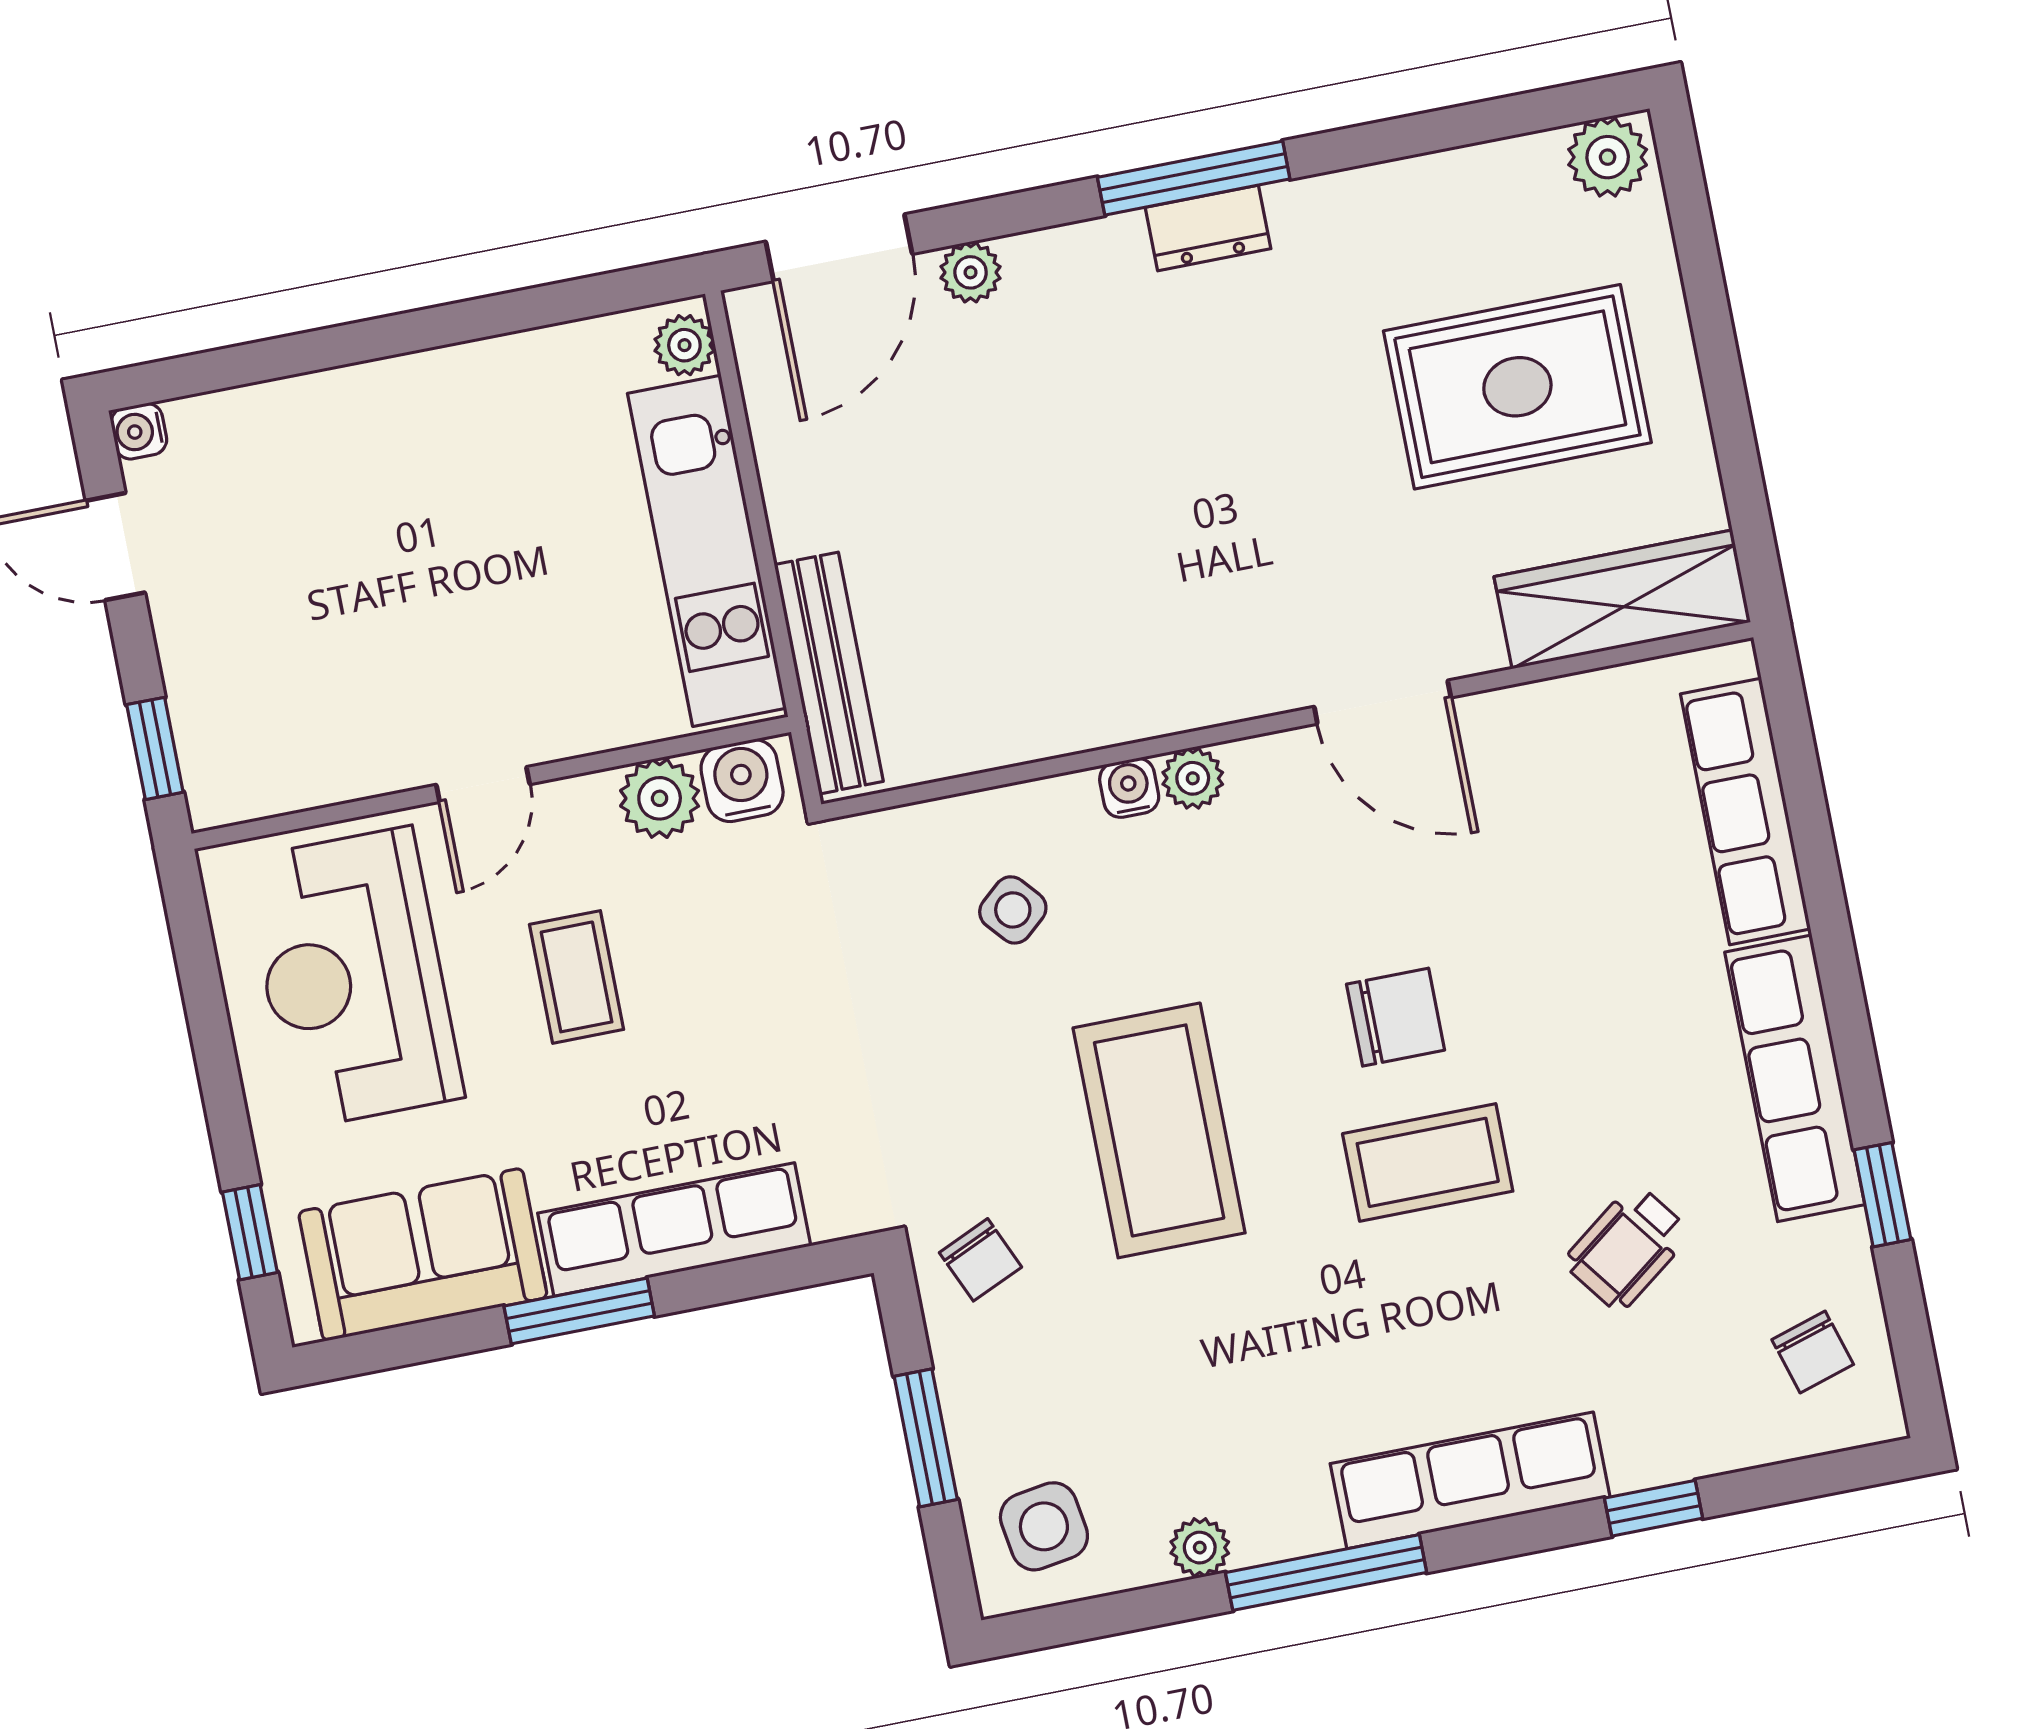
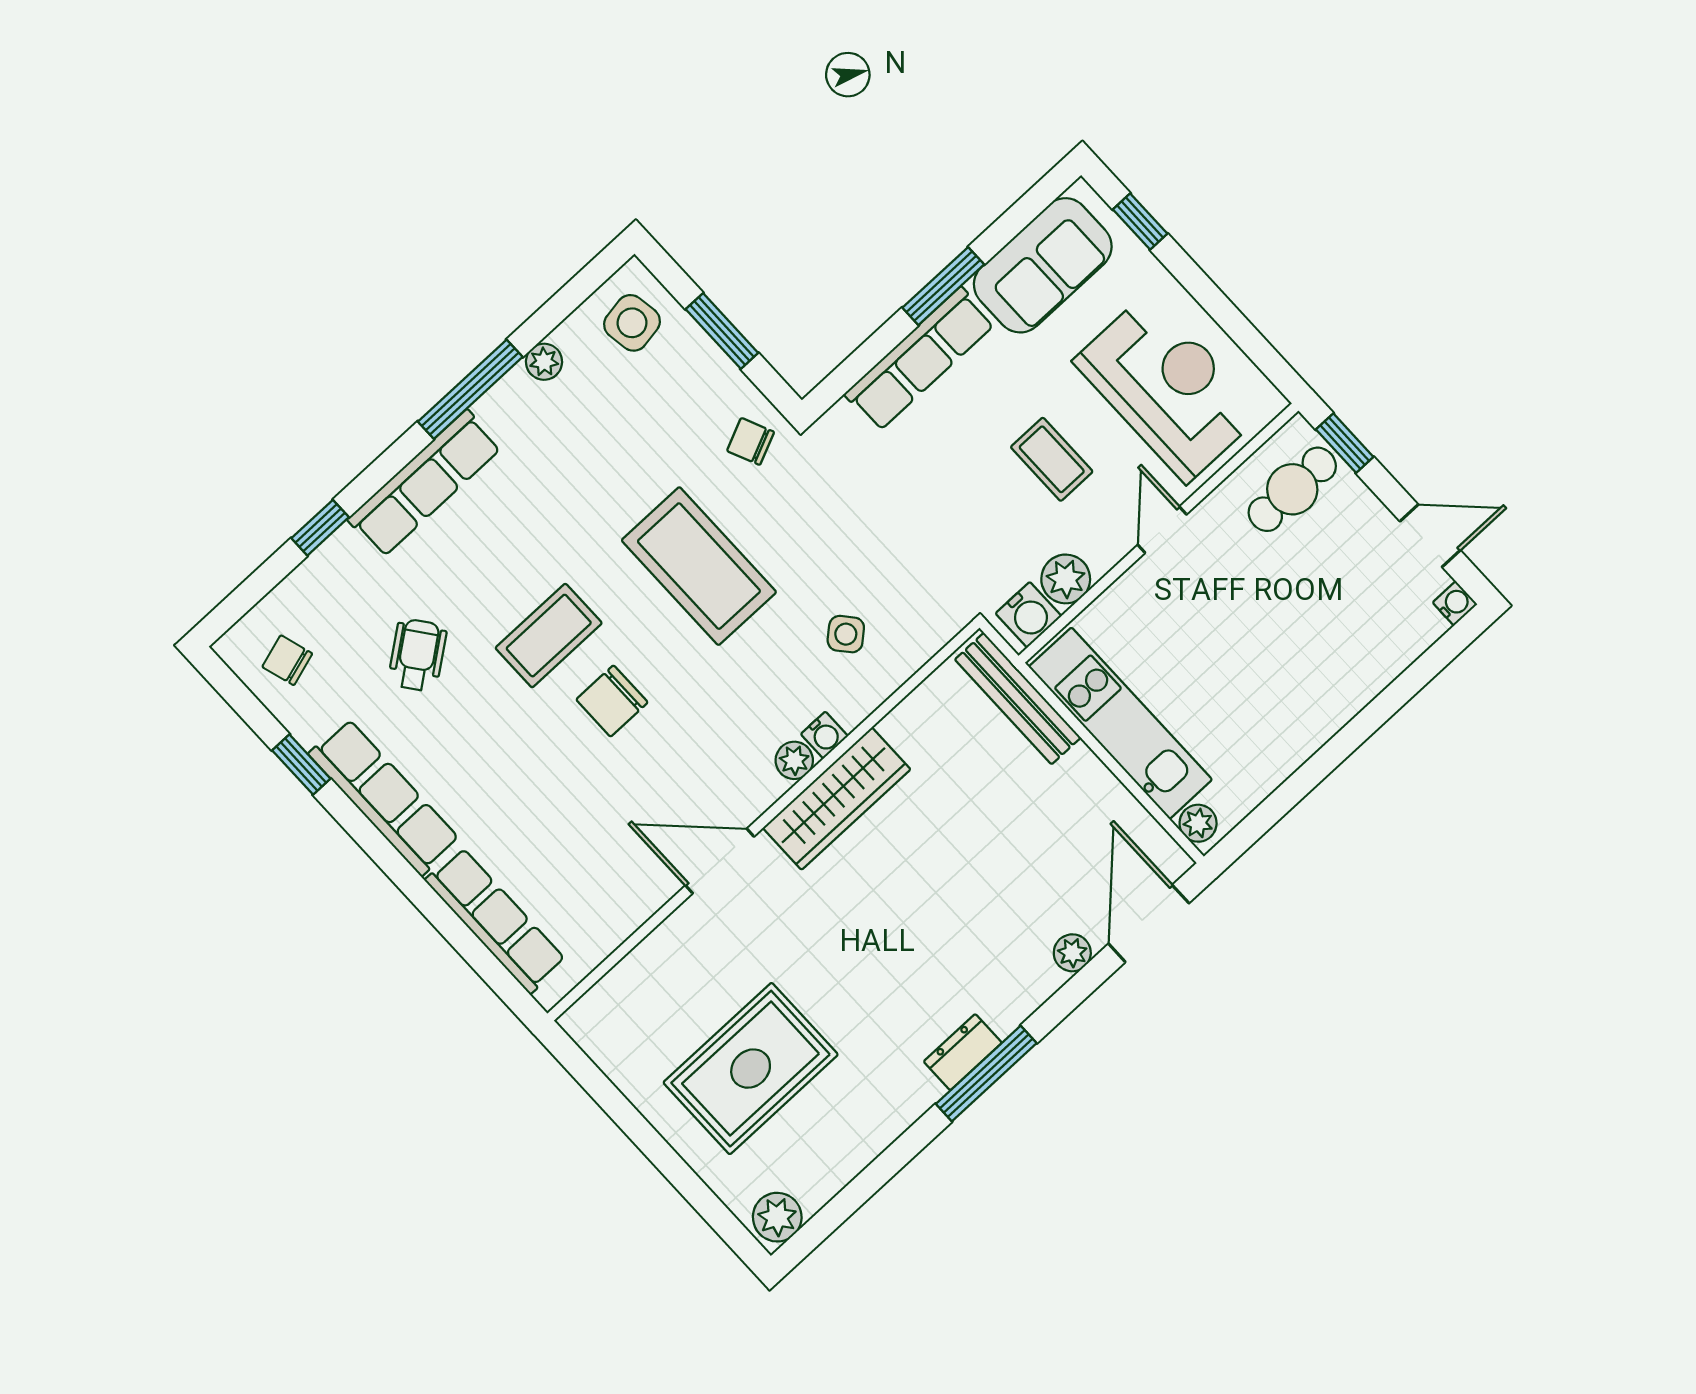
wardrobe: (1622, 599) -> (837, 799), moved
cafe table: (267, 729) -> (1292, 489), added

